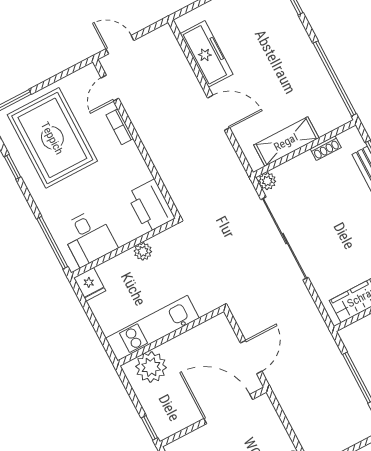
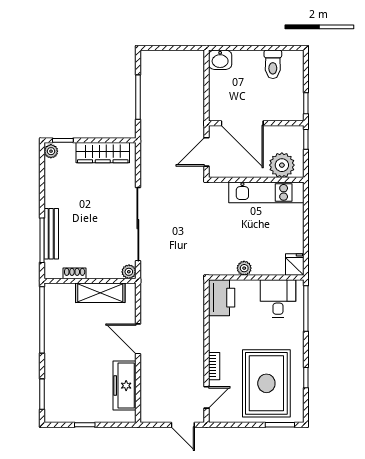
kitchen unit: (152, 328) -> (266, 192), moved
wall: (171, 336) -> (256, 180), moved
plant: (151, 367) -> (282, 165), moved

